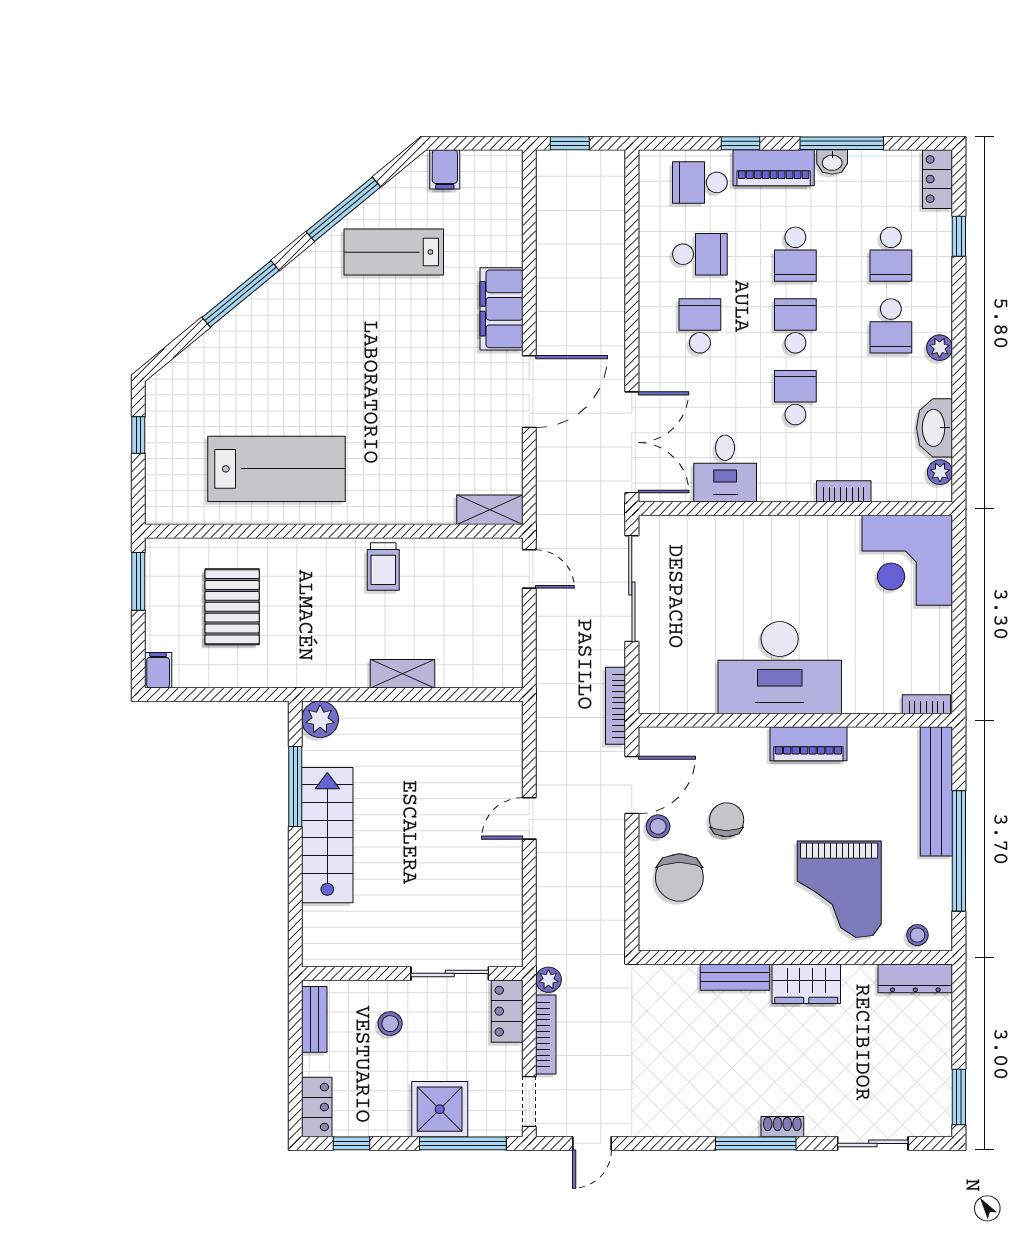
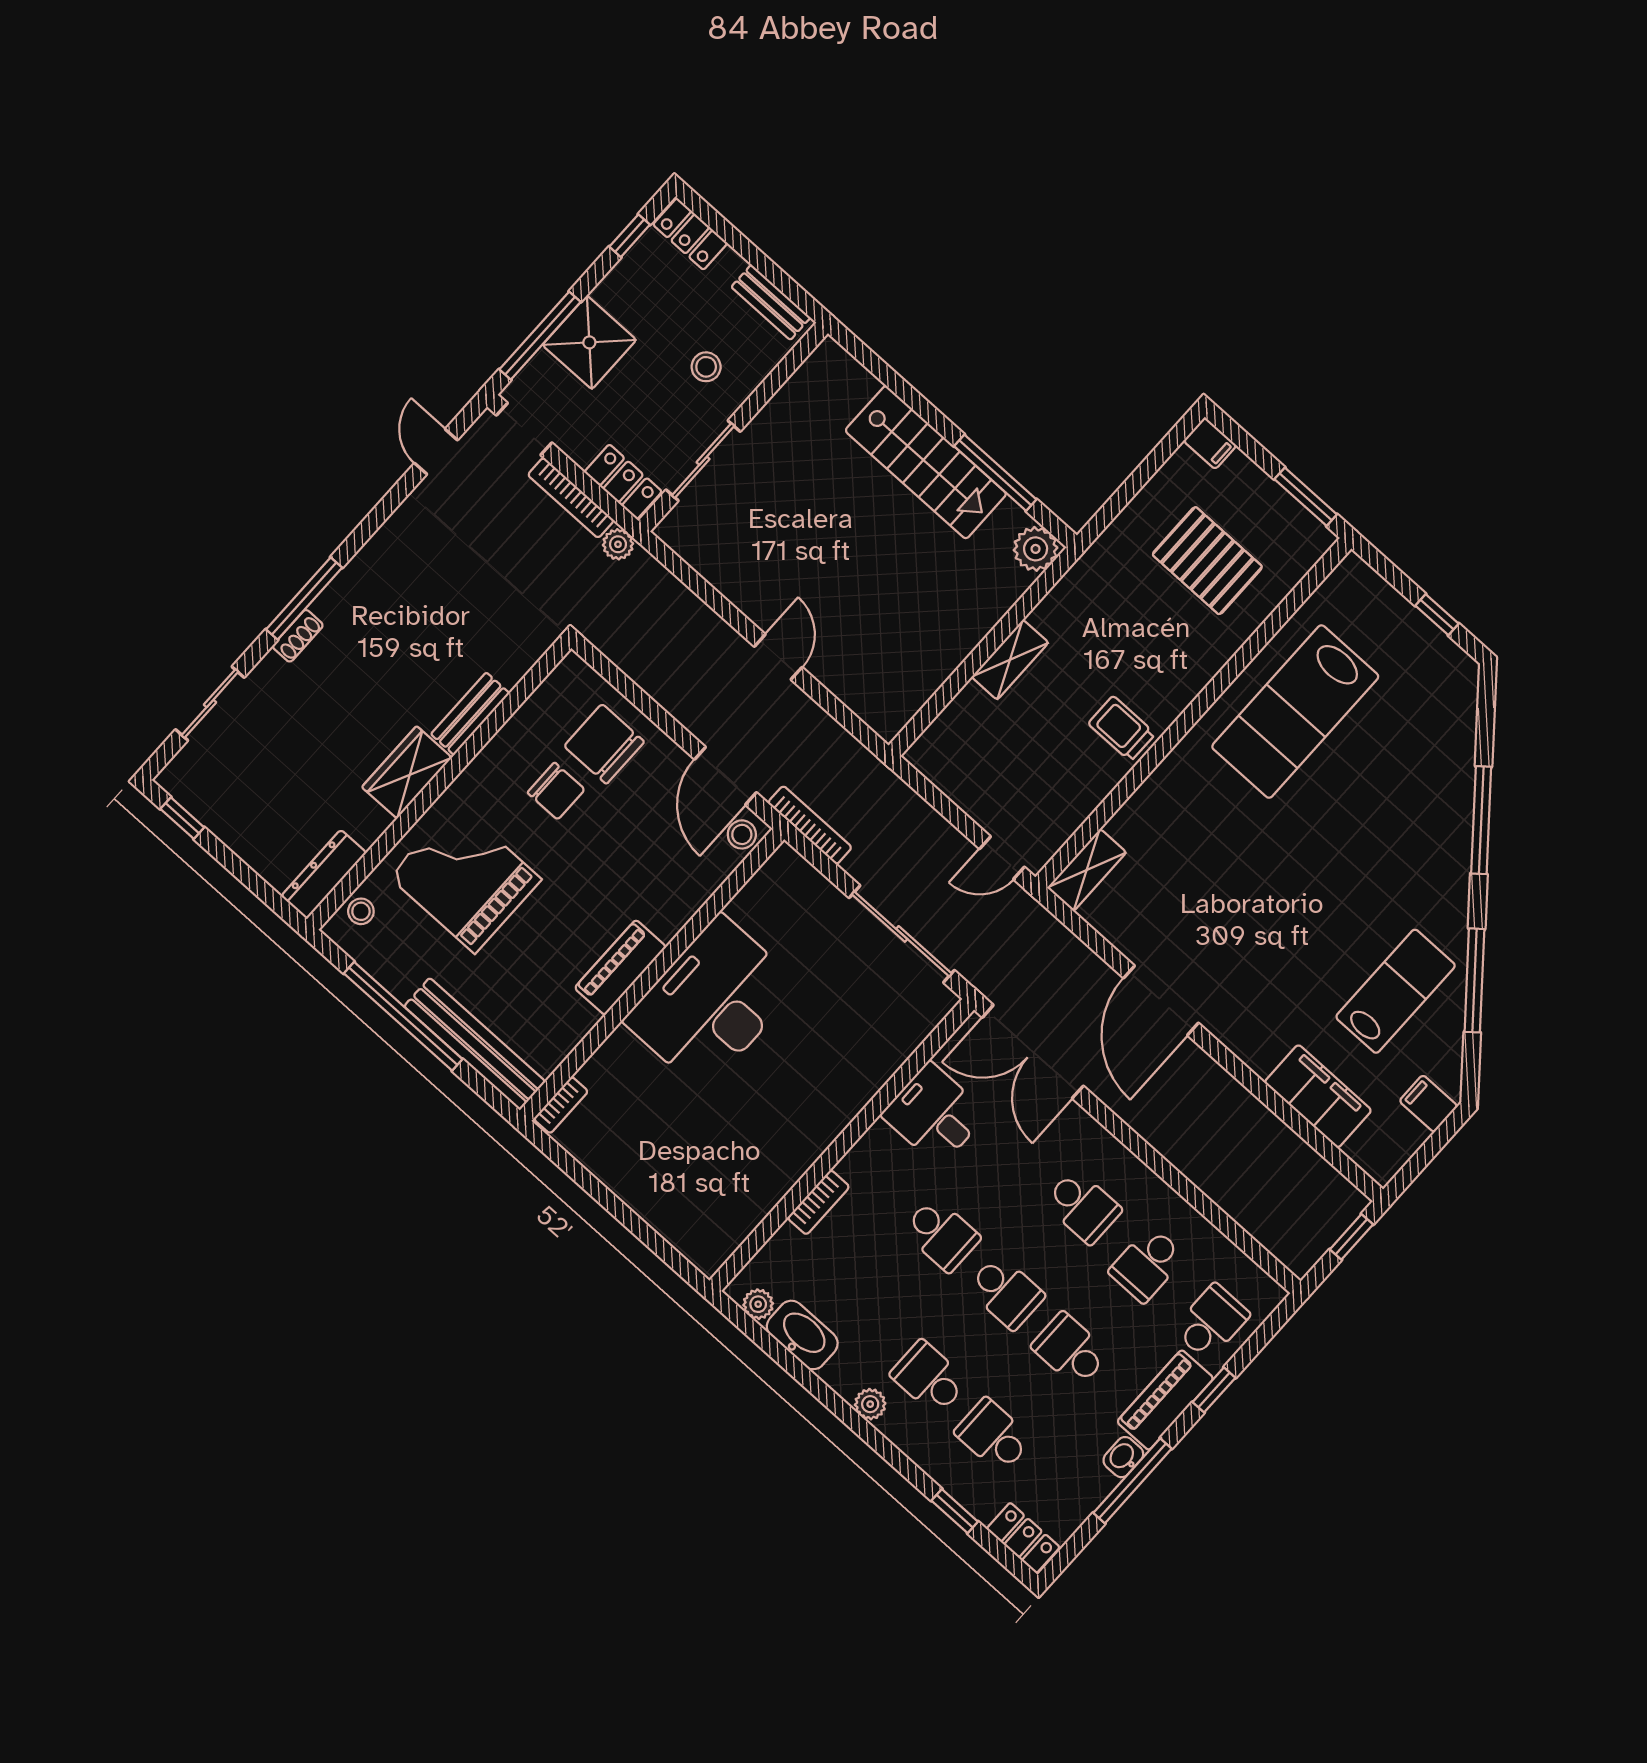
filing cabinet: (502, 309) -> (1318, 1096), moved
corner desk: (907, 560) -> (705, 1204), removed
chair: (727, 820) -> (556, 791), moved
stool: (658, 826) -> (742, 834), moved
window: (959, 1097) -> (182, 818), width x0.67

